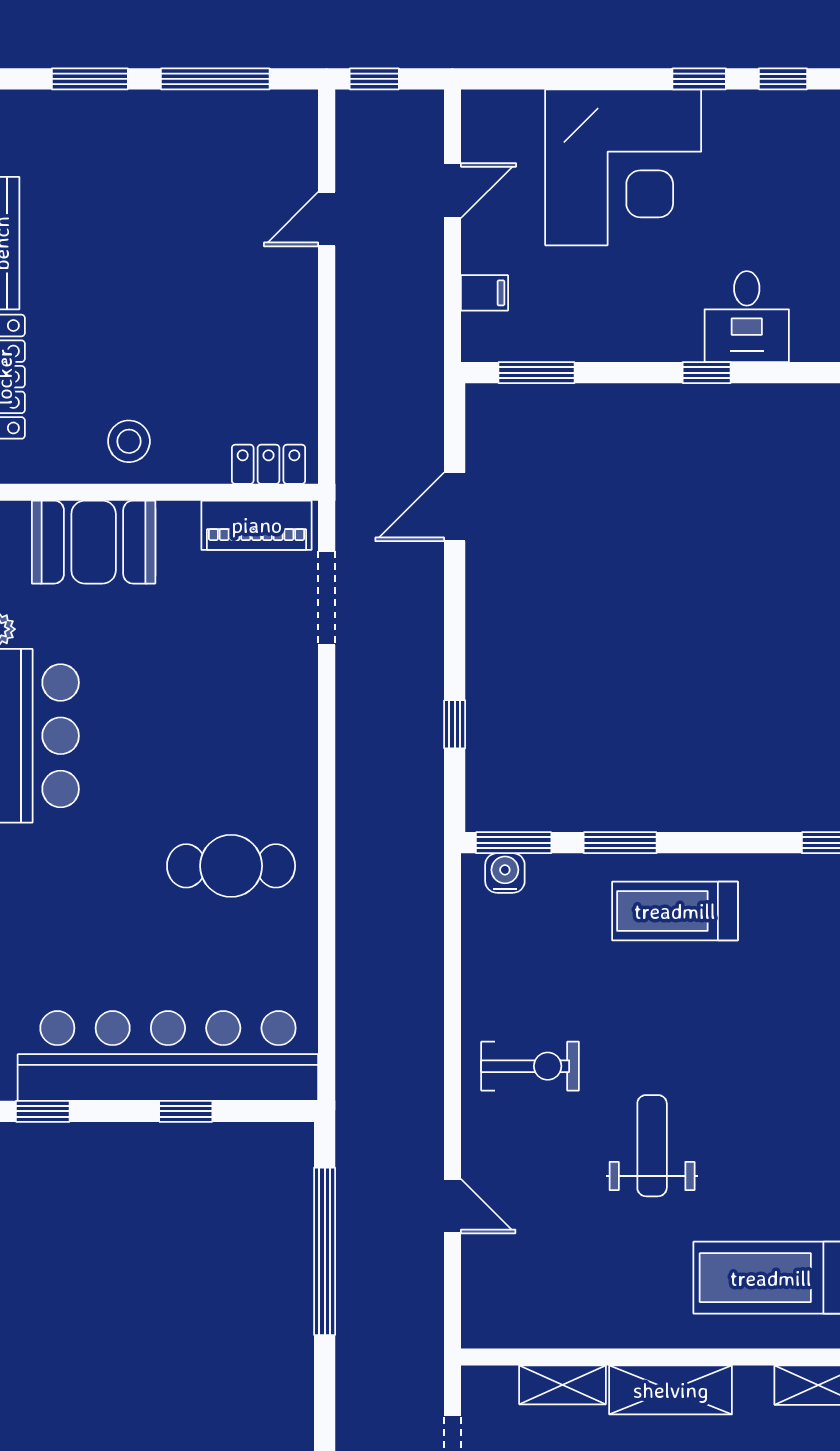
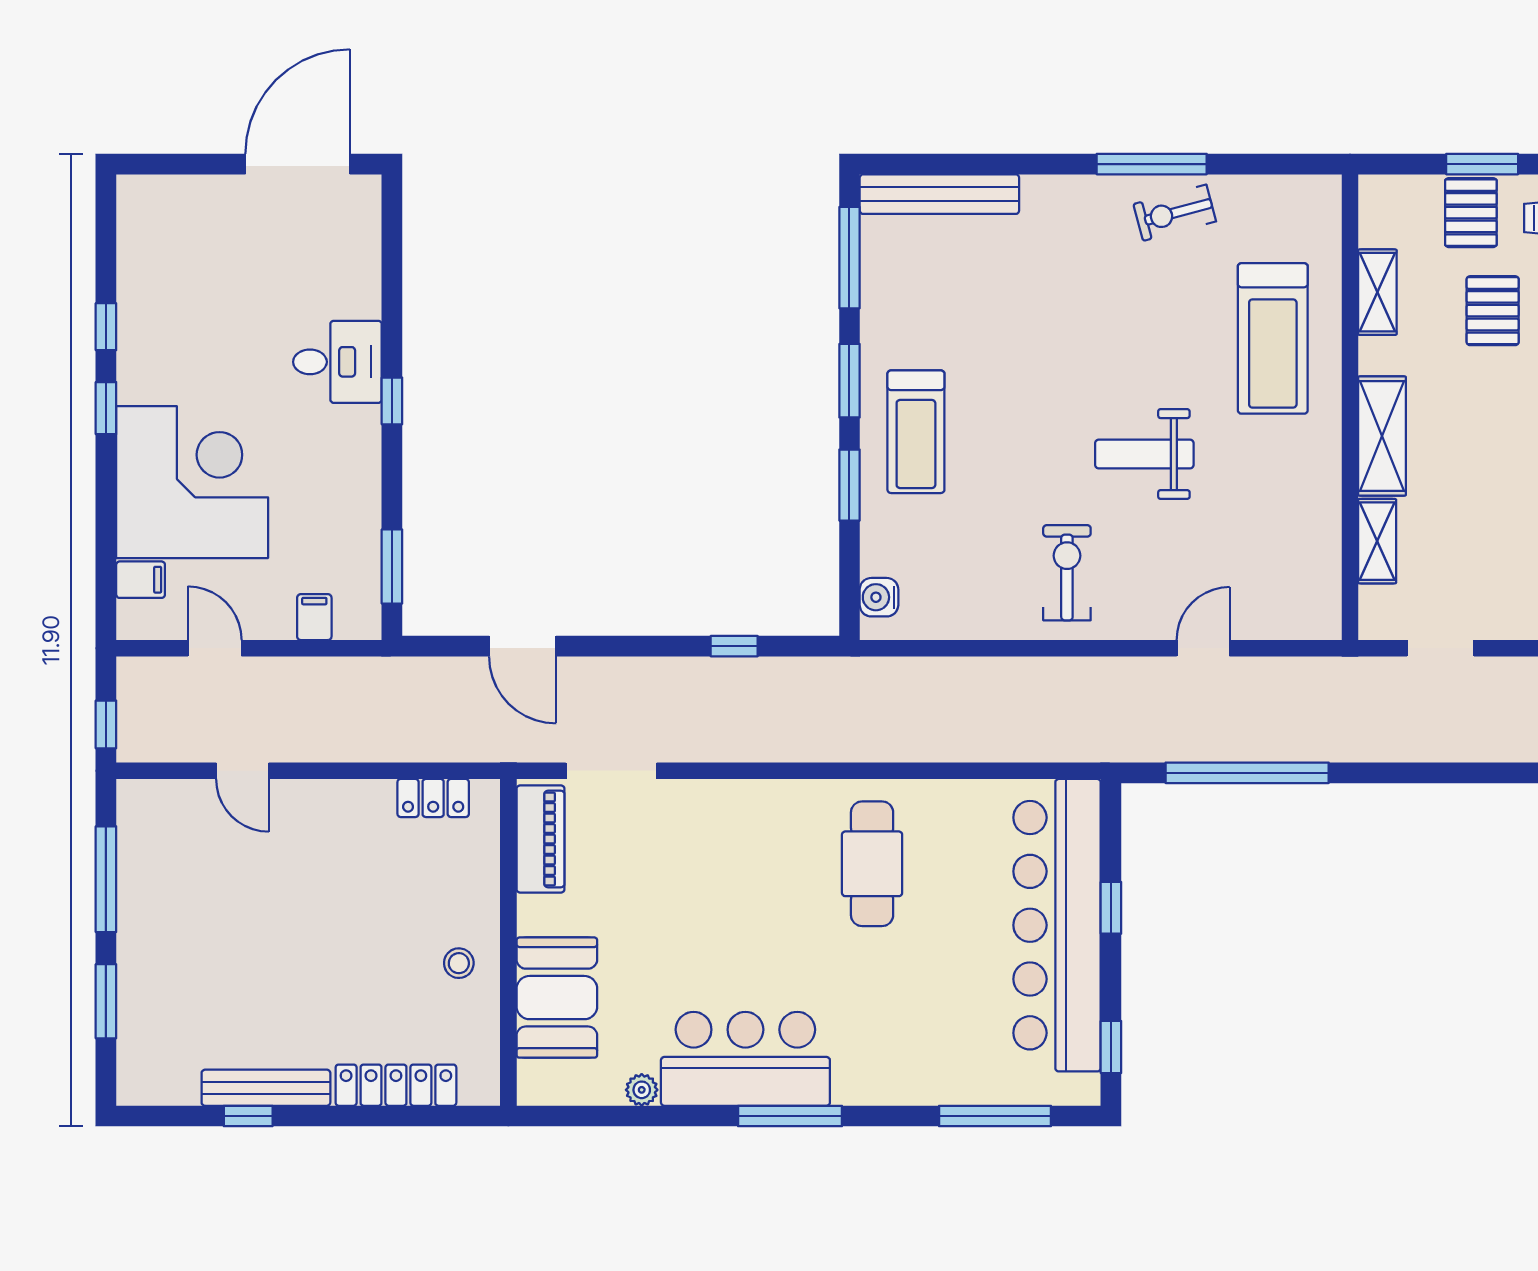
filing cabinet: (523, 114) -> (141, 580), added
stool: (129, 441) -> (459, 963), width x0.73, depth x0.73
locker: (269, 464) -> (433, 798), moved, turned -90
window: (514, 843) -> (849, 381), moved

